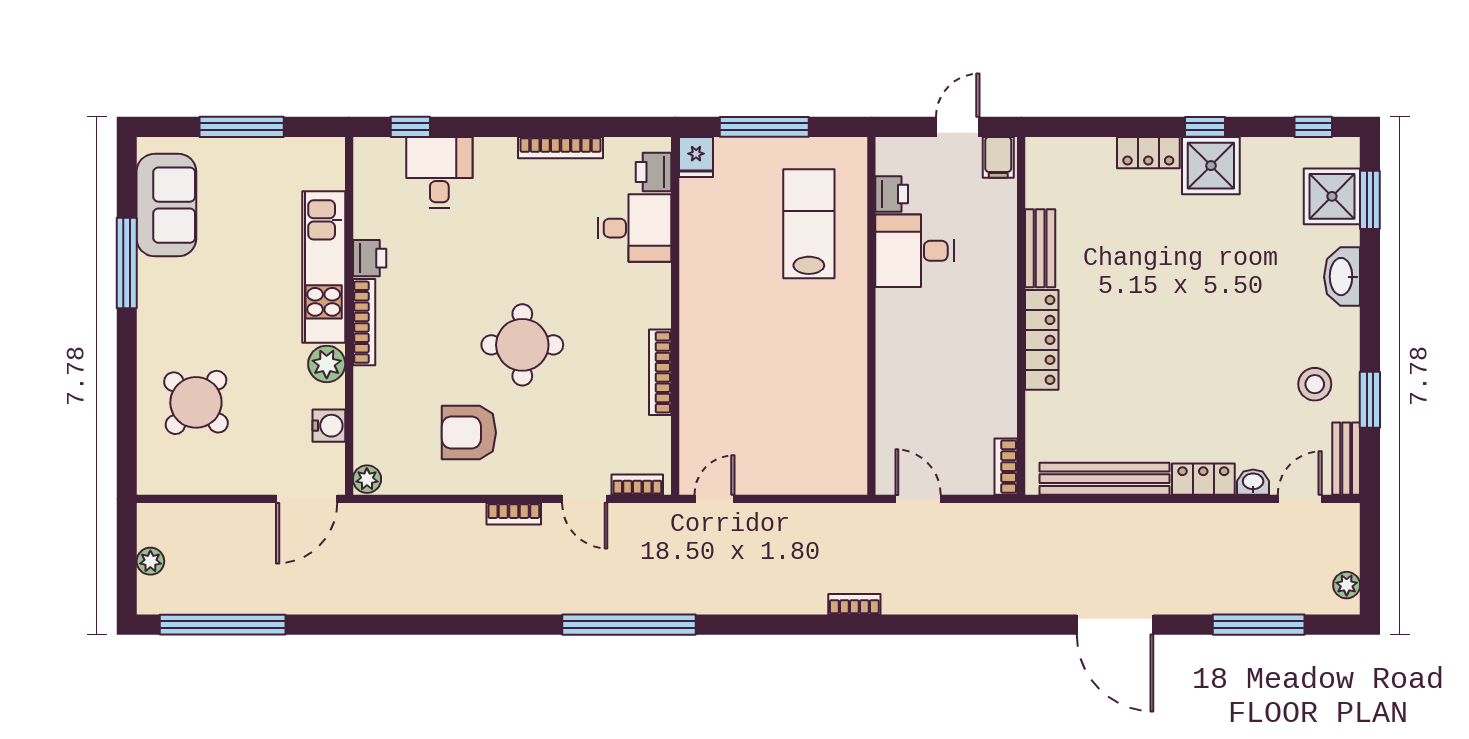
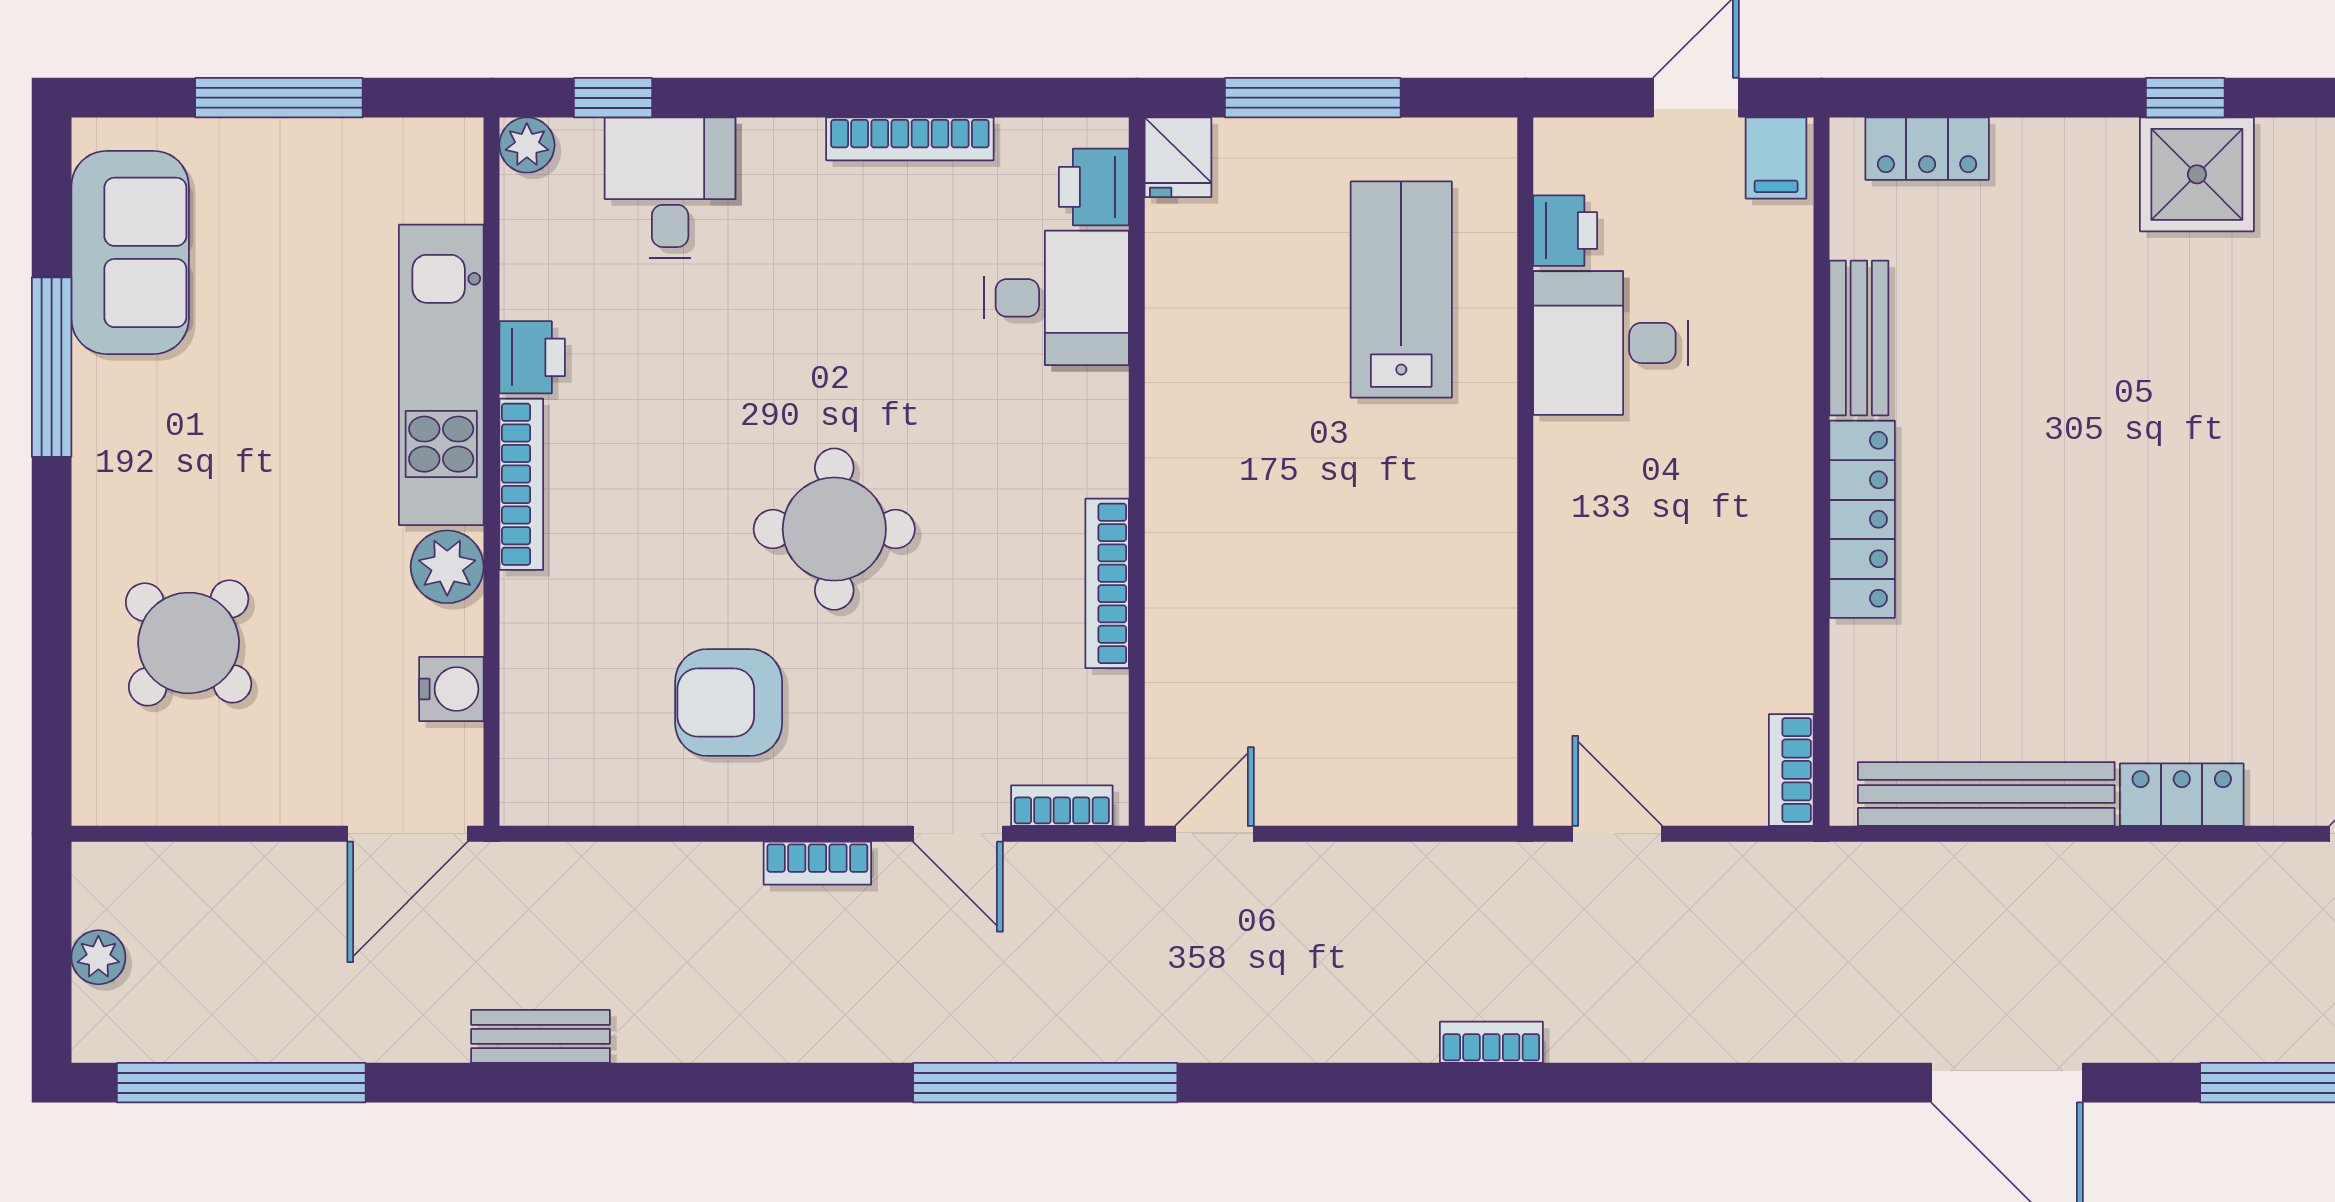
locker: (1148, 153) -> (1927, 149), moved
plant: (367, 479) -> (527, 145), moved
washbasin: (1253, 482) -> (2280, 801), removed
bench: (374, 601) -> (541, 1036), added

